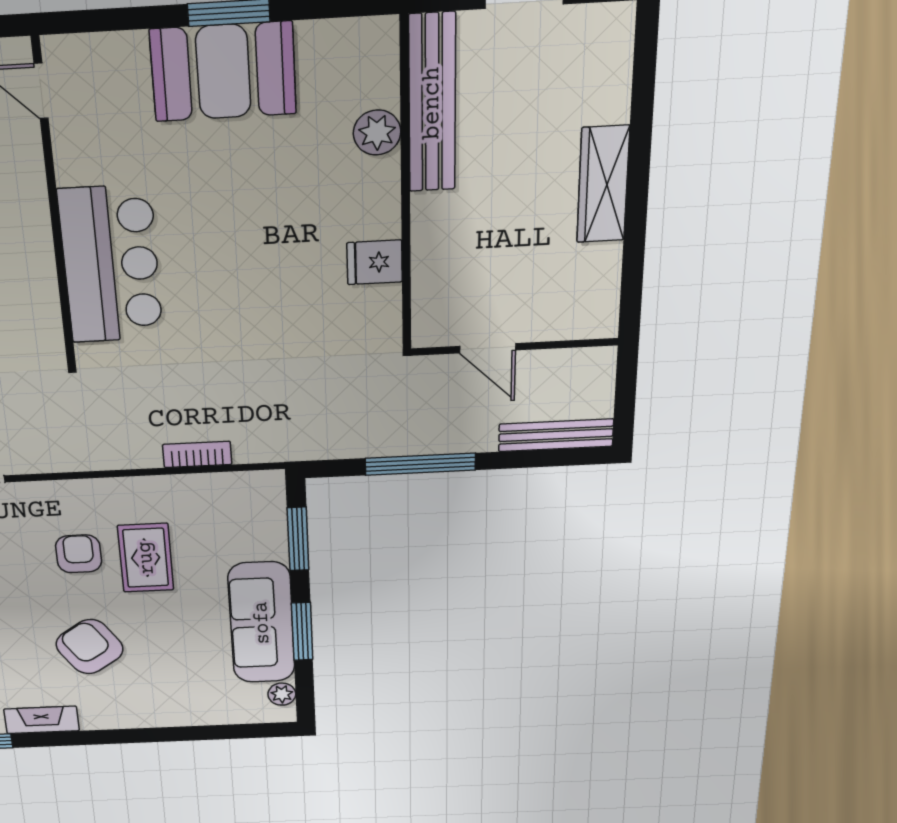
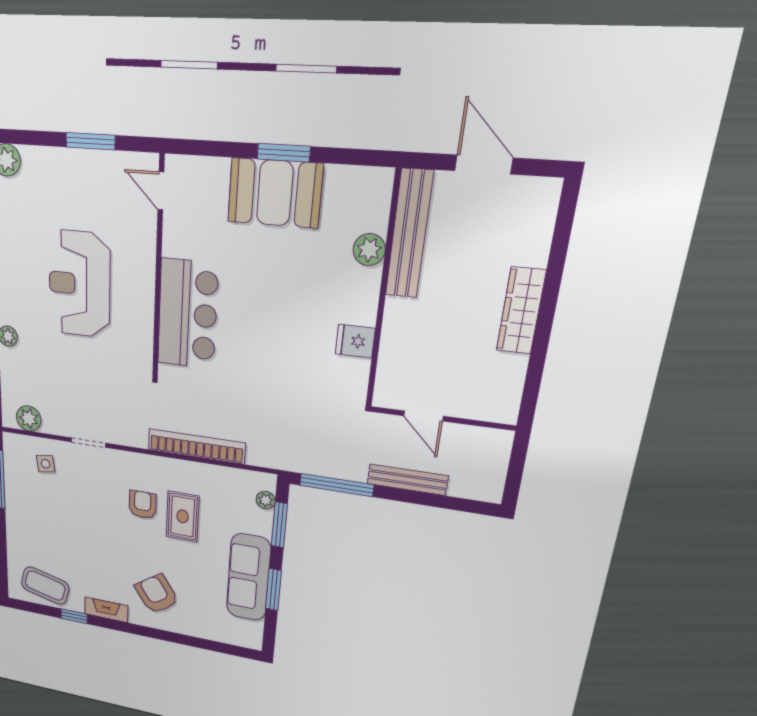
bench: (556, 435) -> (407, 480), moved
bookcase: (197, 454) -> (196, 446), width x2.31, depth x1.31
window: (420, 464) -> (336, 485), moved
armchair: (90, 647) -> (157, 594), moved
plant: (282, 694) -> (266, 500), moved

